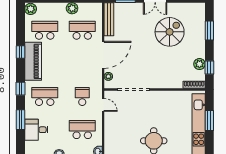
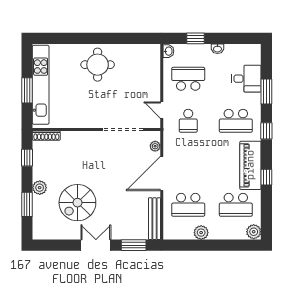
plant: (199, 64) -> (40, 188), moved
school desk: (82, 130) -> (188, 79), turned 180

